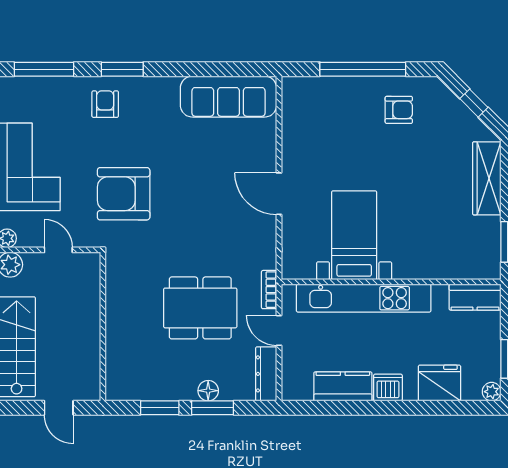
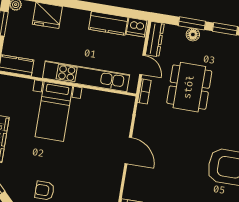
bed with nightstands: (354, 235) -> (54, 111), moved
dining table: (200, 308) -> (189, 87), turned 90
dishwasher: (388, 388) -> (137, 27), moved

